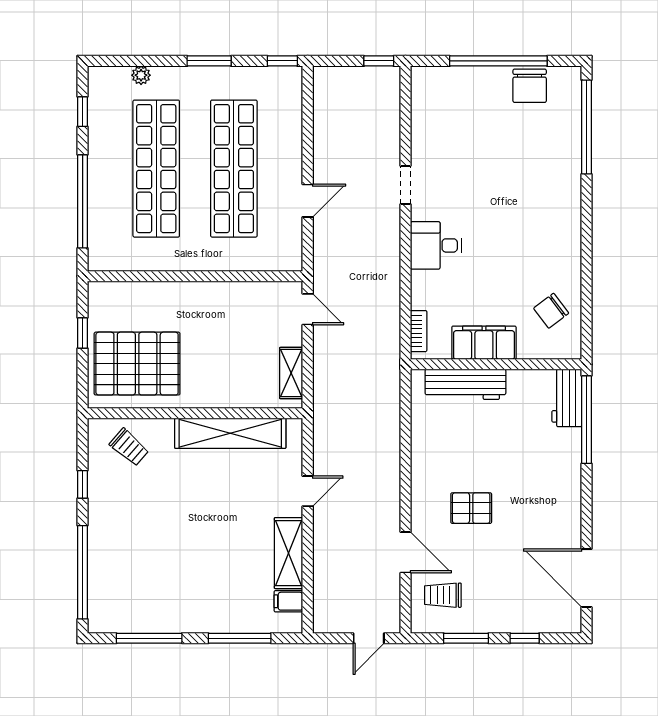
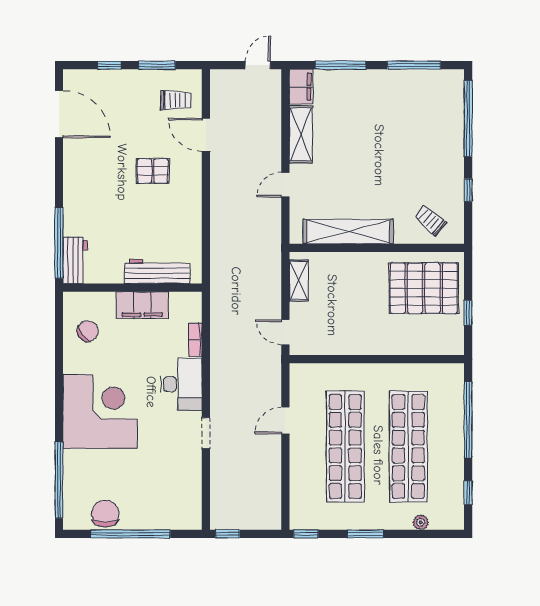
corner desk: (536, 212) -> (100, 411), added
desk: (436, 245) -> (181, 384), width x1.37
bookcase: (419, 331) -> (195, 339), moved
filing cabinet: (288, 601) -> (301, 87), width x2.00
door: (369, 638) -> (258, 65), moved

